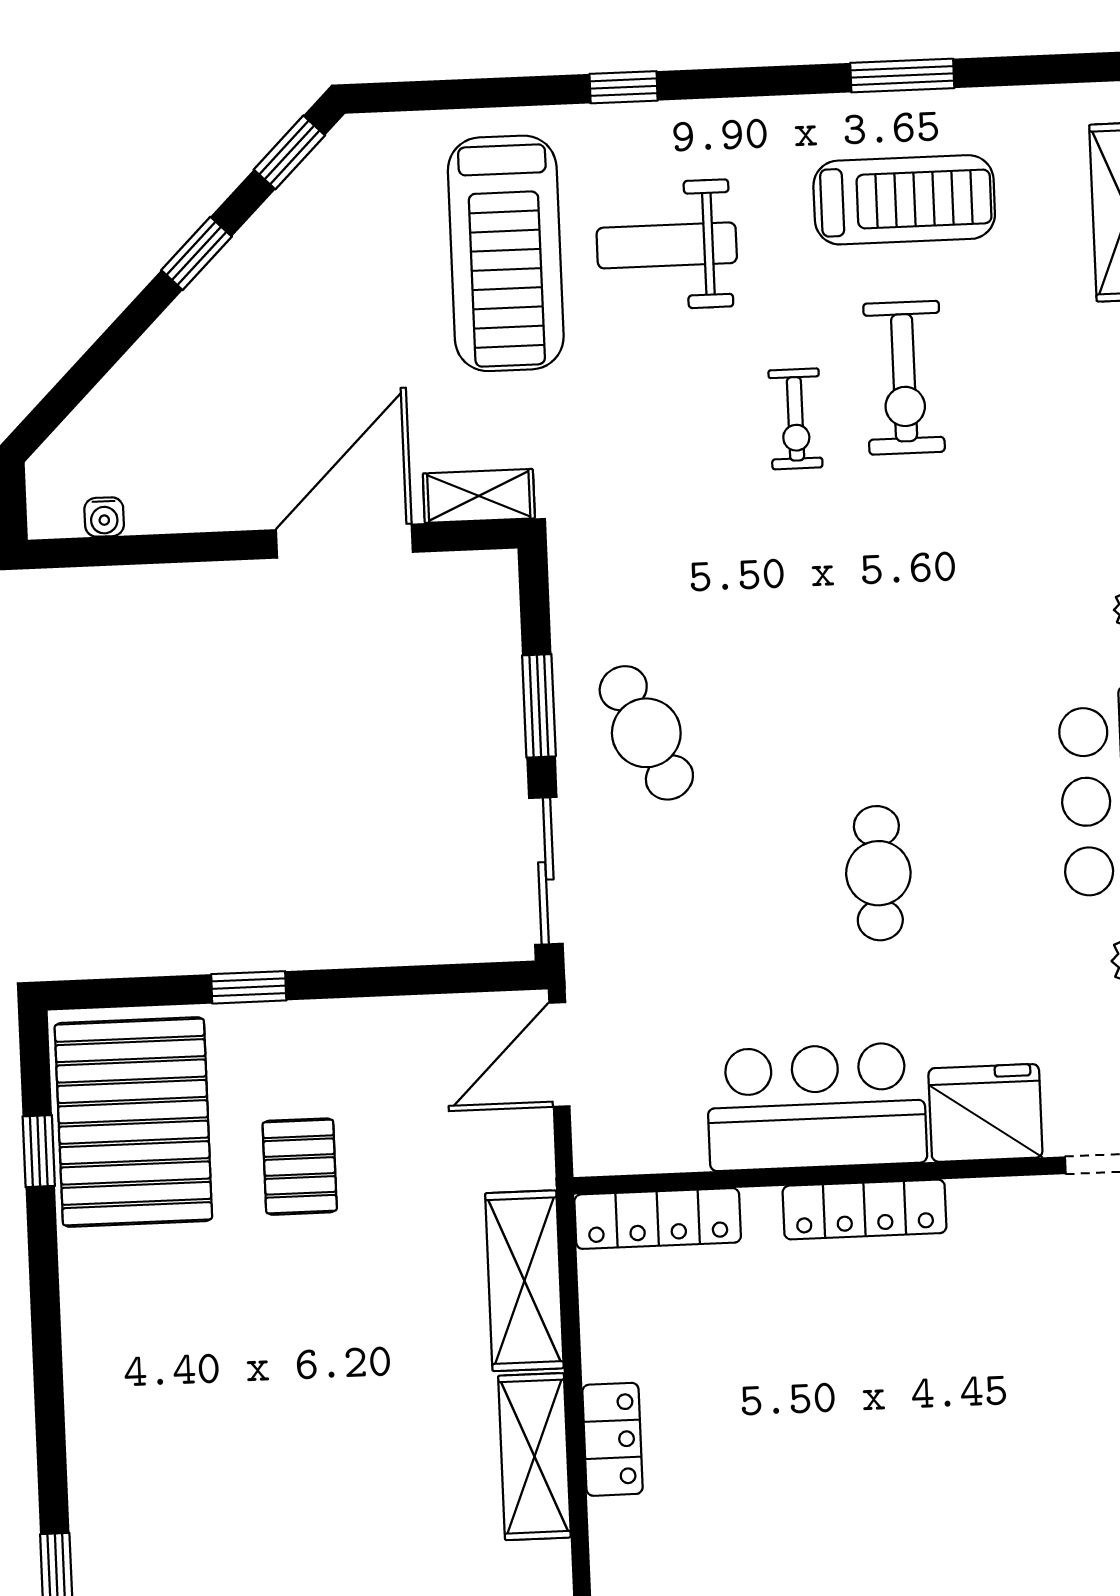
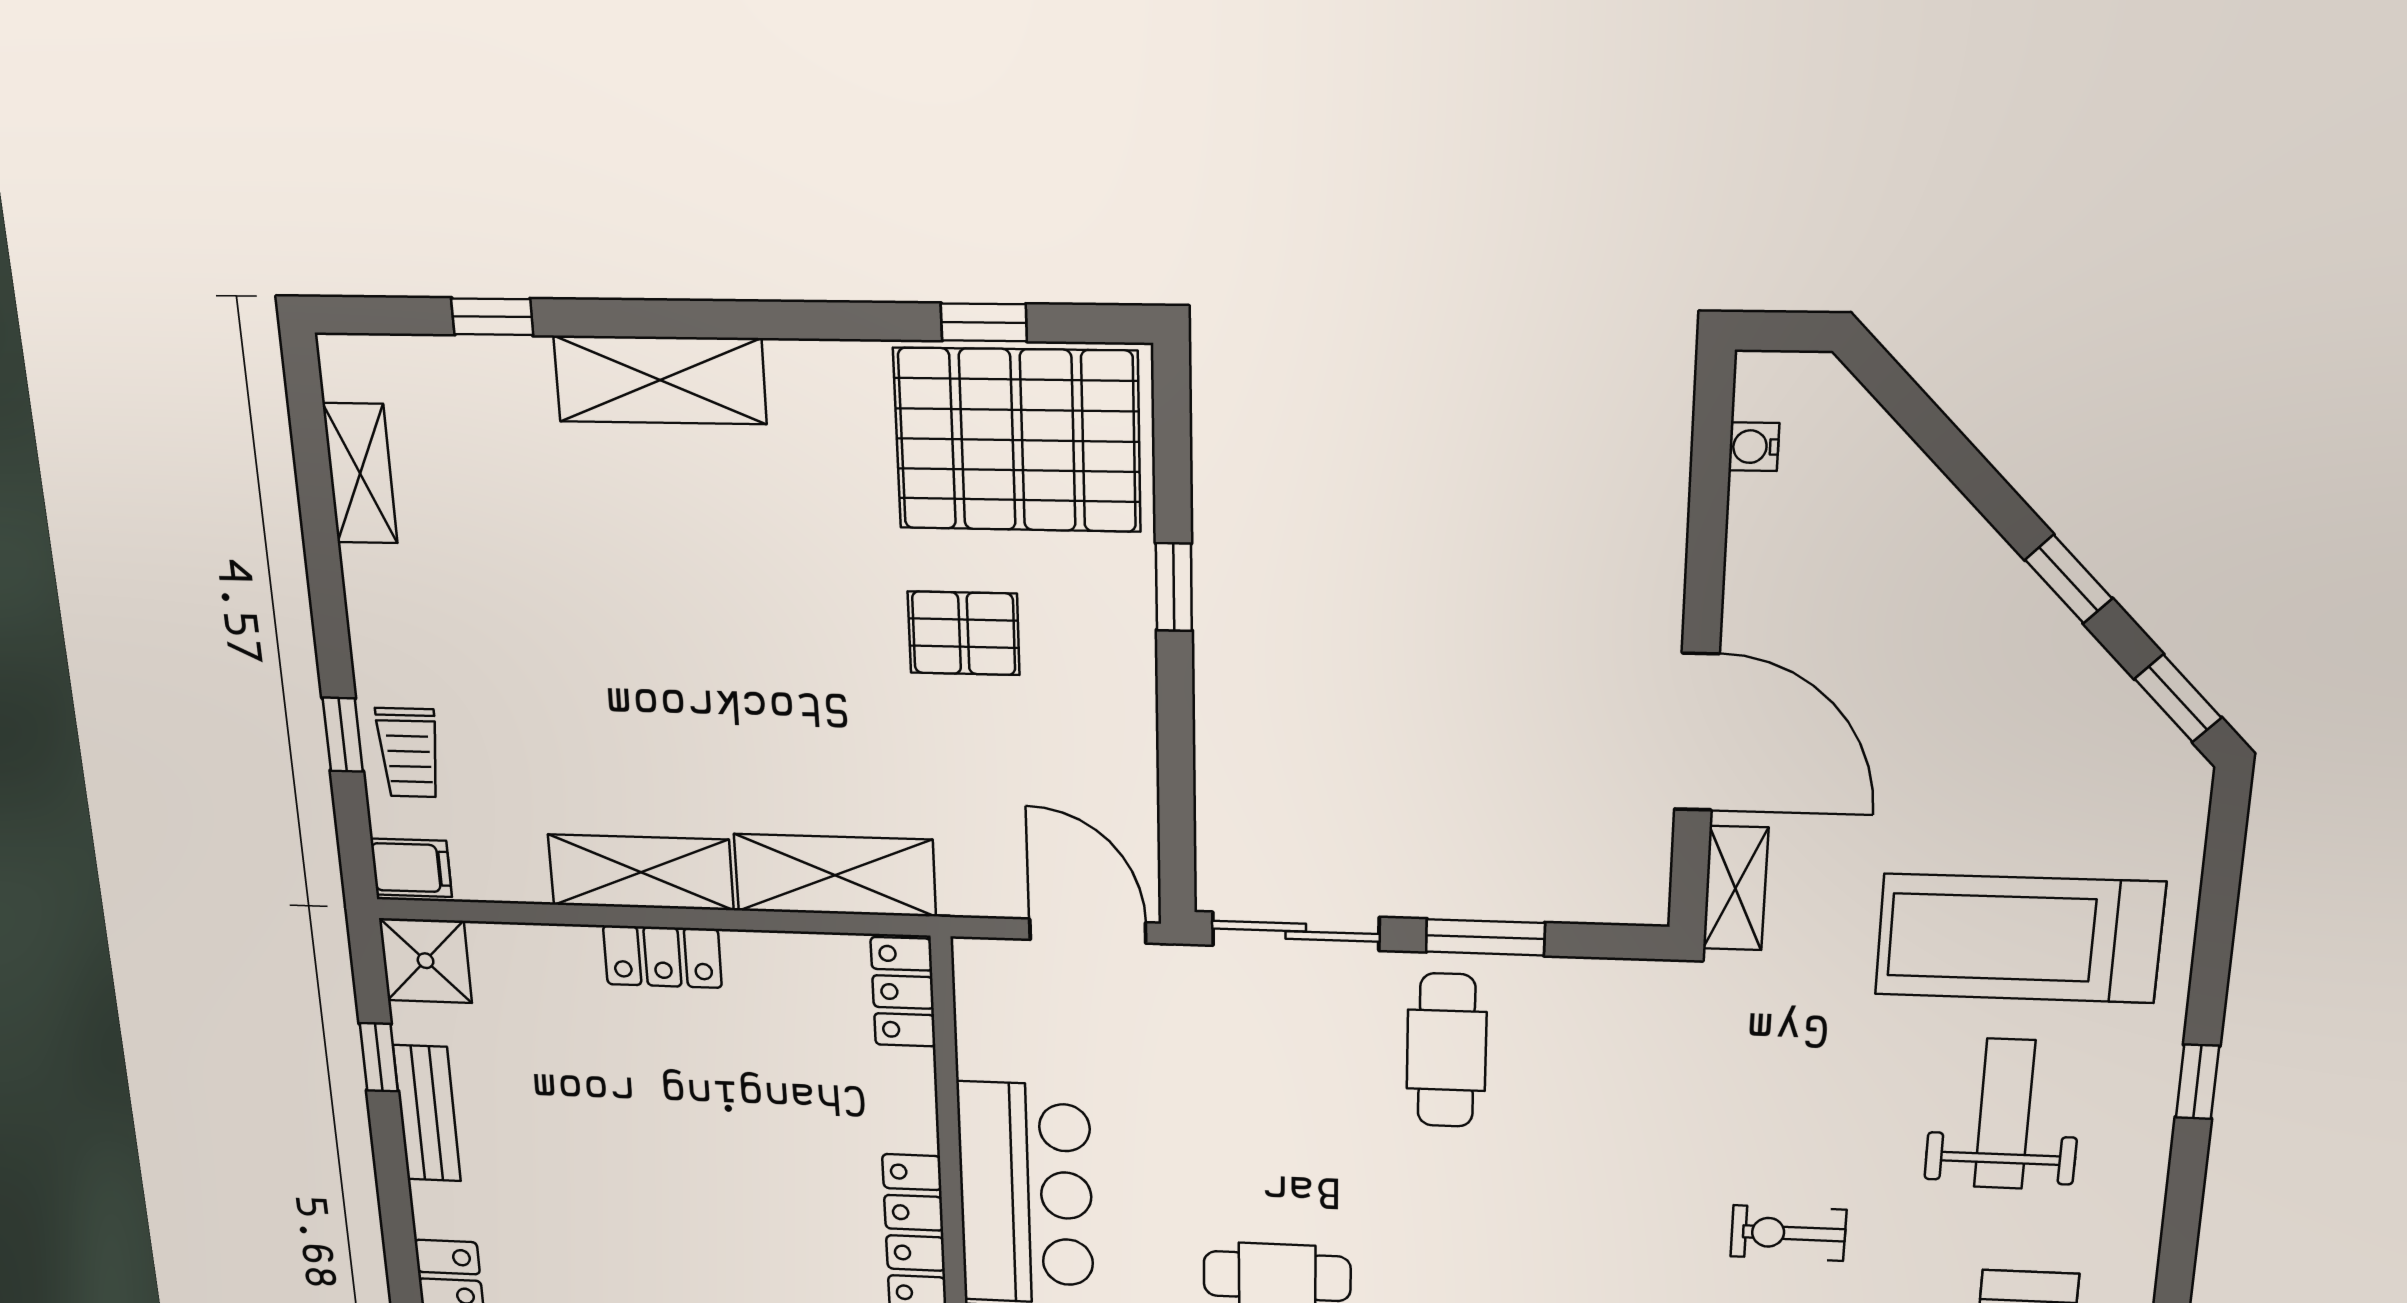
cafe table: (646, 733) -> (1446, 1050), turned -65
locker: (658, 1219) -> (903, 992), width x0.66
shelving: (101, 1425) -> (660, 380), added

